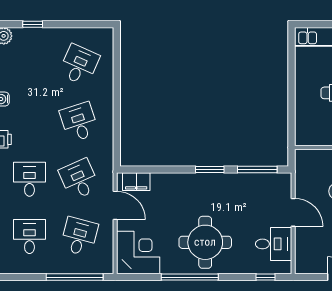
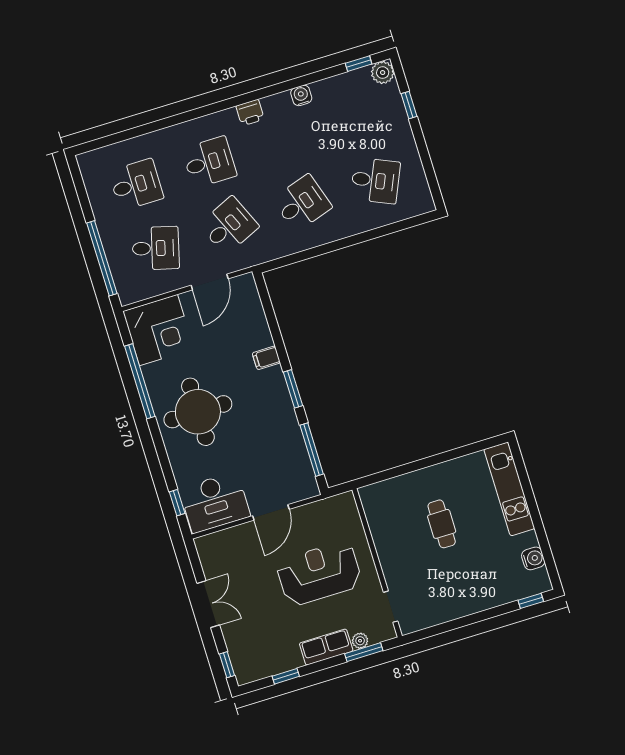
filing cabinet: (136, 182) -> (266, 358), moved, width x0.50
desk: (274, 244) -> (215, 502), width x1.37
window: (190, 277) -> (140, 381), moved

